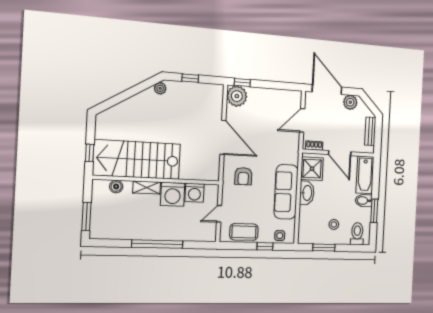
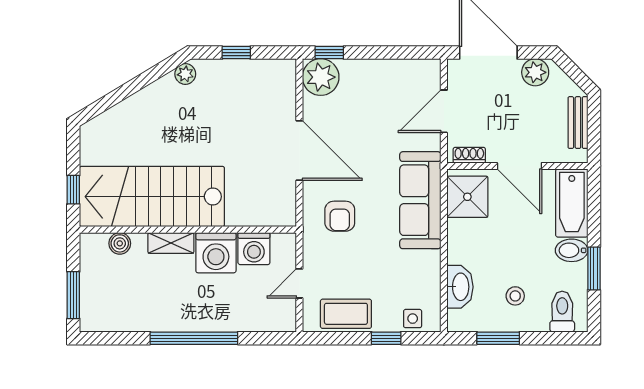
sofa: (286, 192) -> (420, 200), moved
washbasin: (307, 193) -> (460, 287), moved

